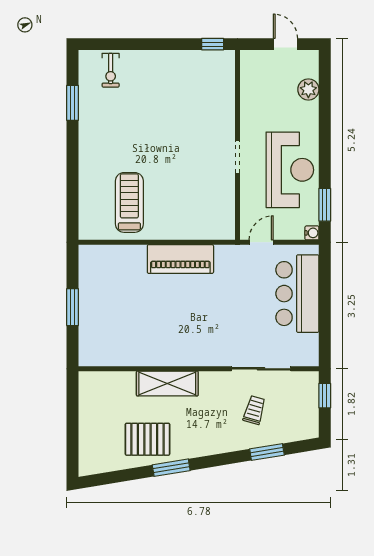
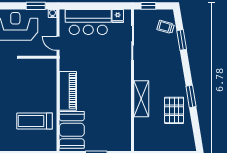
booth: (114, 266) -> (72, 130), added
fridge: (308, 343) -> (118, 16), added
trolley: (254, 410) -> (166, 27), moved

